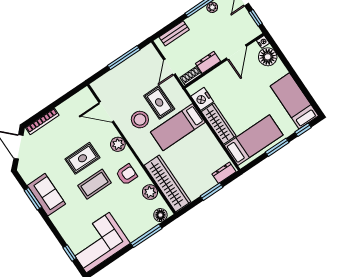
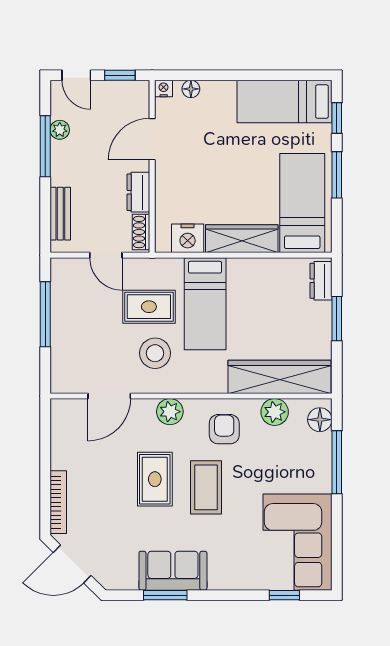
door: (236, 52) -> (152, 139), swing flipped
floor lamp: (268, 57) -> (191, 89), width x0.53, depth x0.53

